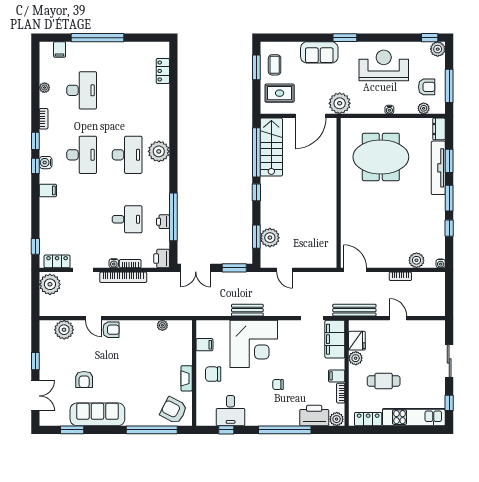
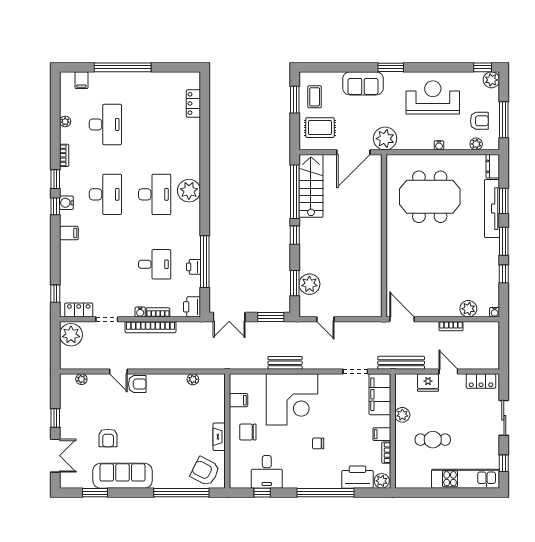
plant: (64, 330) -> (81, 379), width x0.53, depth x0.53
fridge: (357, 341) -> (428, 383), moved, turned 90
locker: (368, 419) -> (481, 381), moved, turned 180

